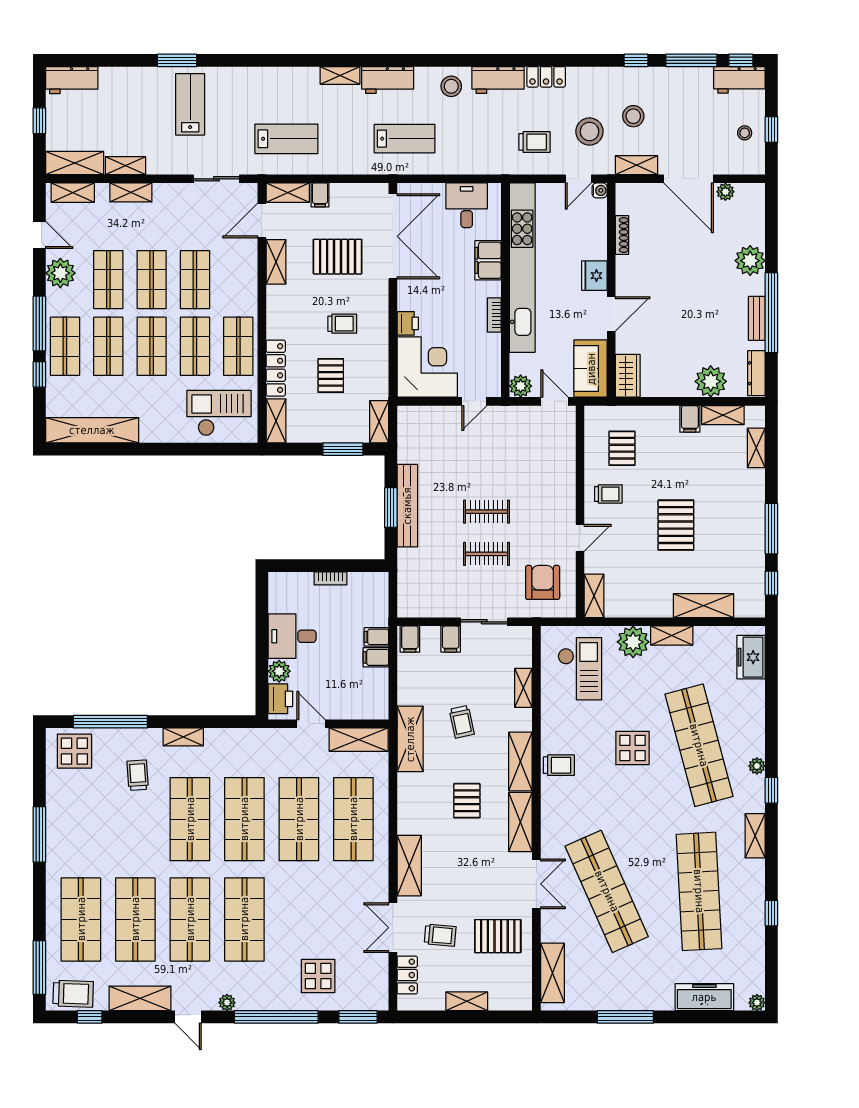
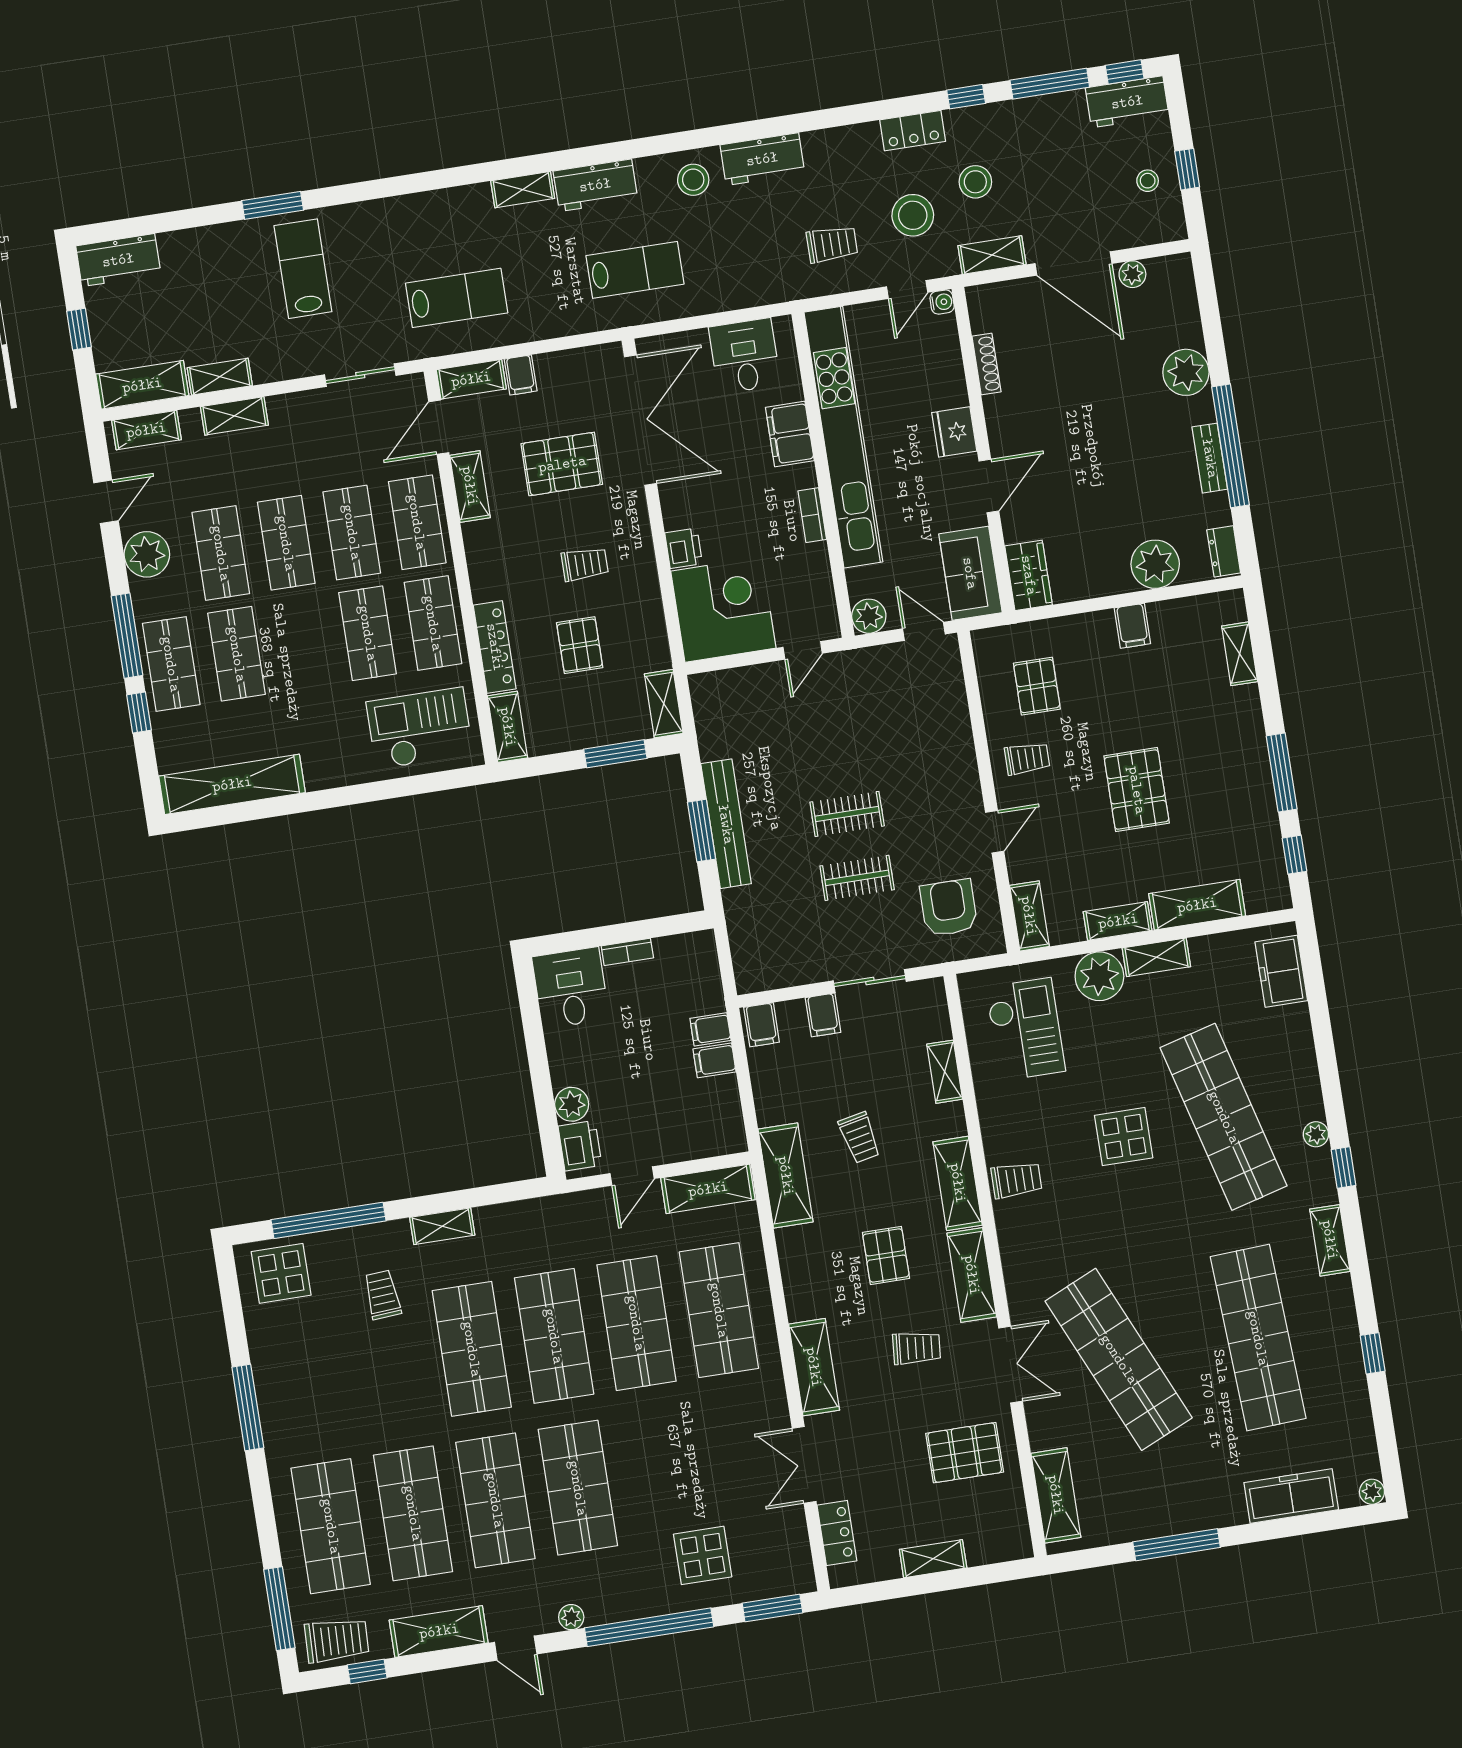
locker: (546, 77) -> (913, 131), moved
door: (39, 235) -> (106, 502), hinge flipped
shop shelf: (152, 346) -> (417, 522), moved
dresser: (756, 373) -> (1224, 551), width x0.70
shelving: (723, 415) -> (1118, 921), moved
desk: (292, 636) -> (571, 988), moved, turned 90
door: (311, 724) -> (632, 1176), swing flipped
trolley: (440, 935) -> (917, 1348), moved

